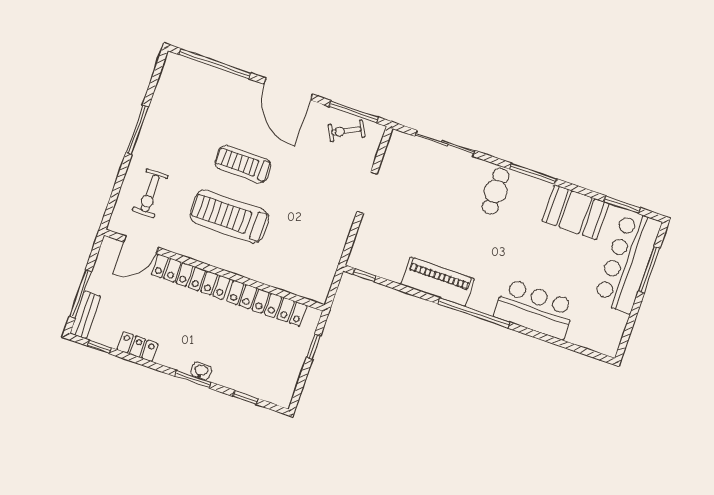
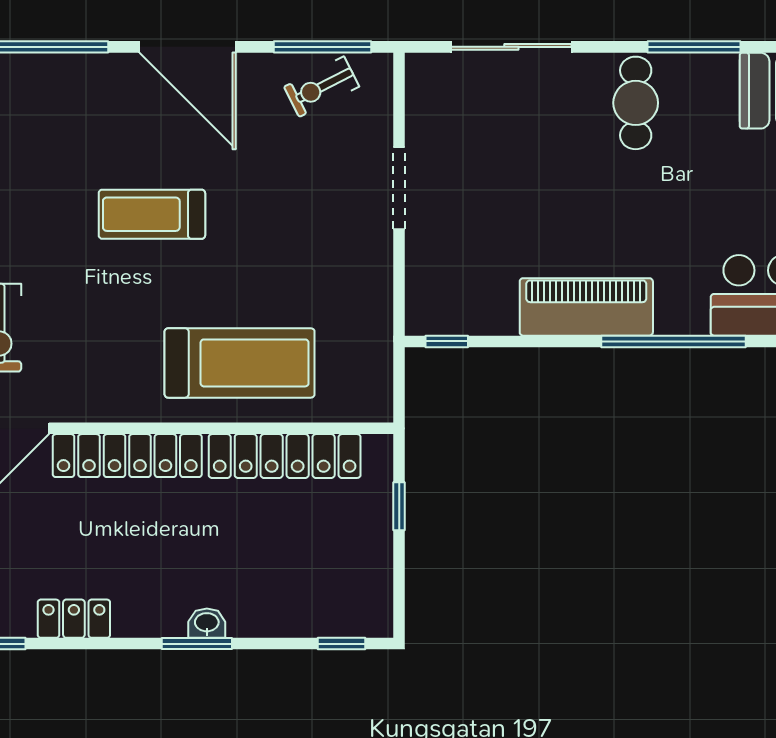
treadmill: (229, 216) -> (240, 363), moved, turned 180
window: (246, 397) -> (341, 644), moved

